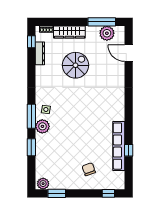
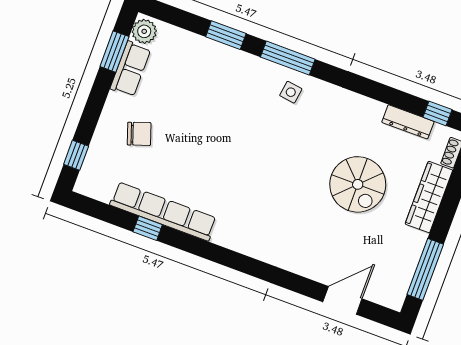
plant: (107, 33) -> (399, 271), removed
plant: (42, 126) -> (259, 73), removed
row of seats: (62, 184) -> (130, 69), added

